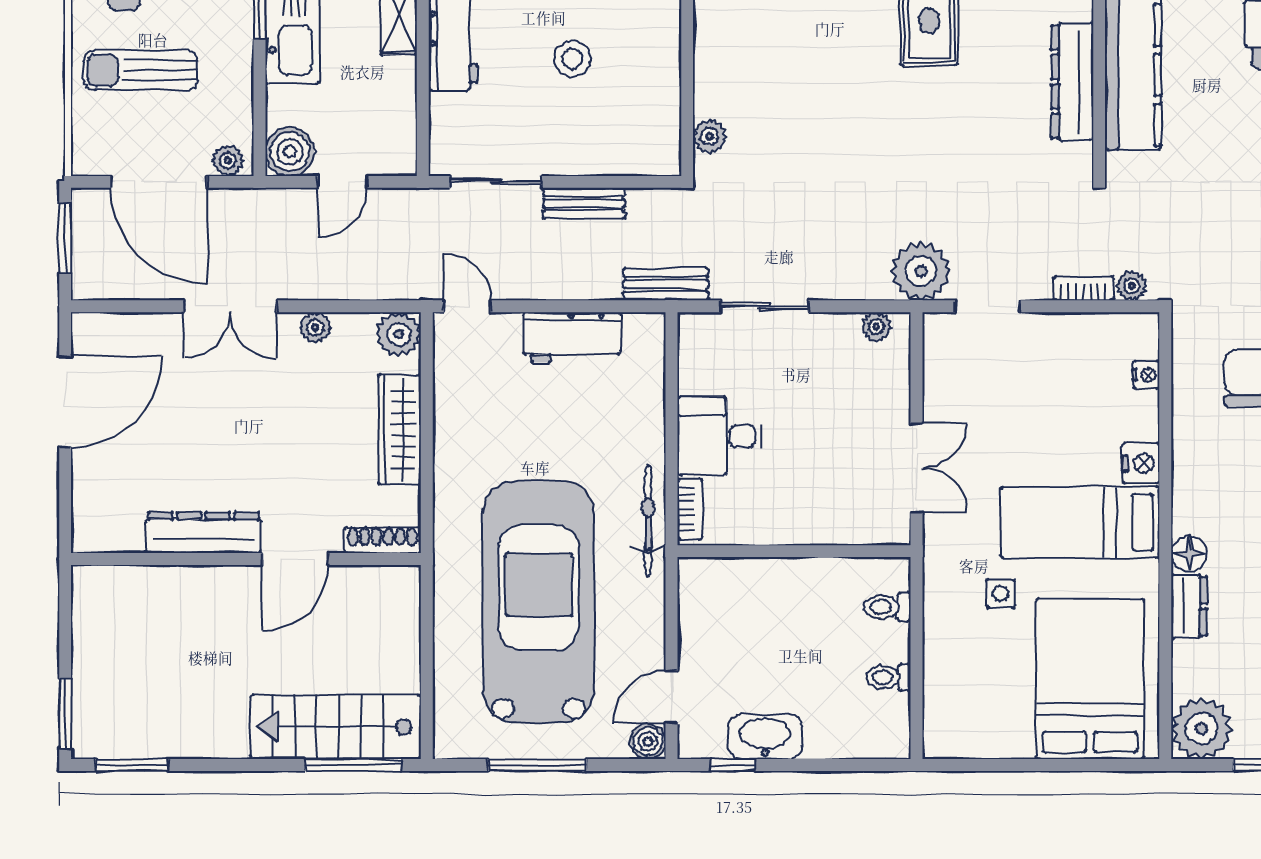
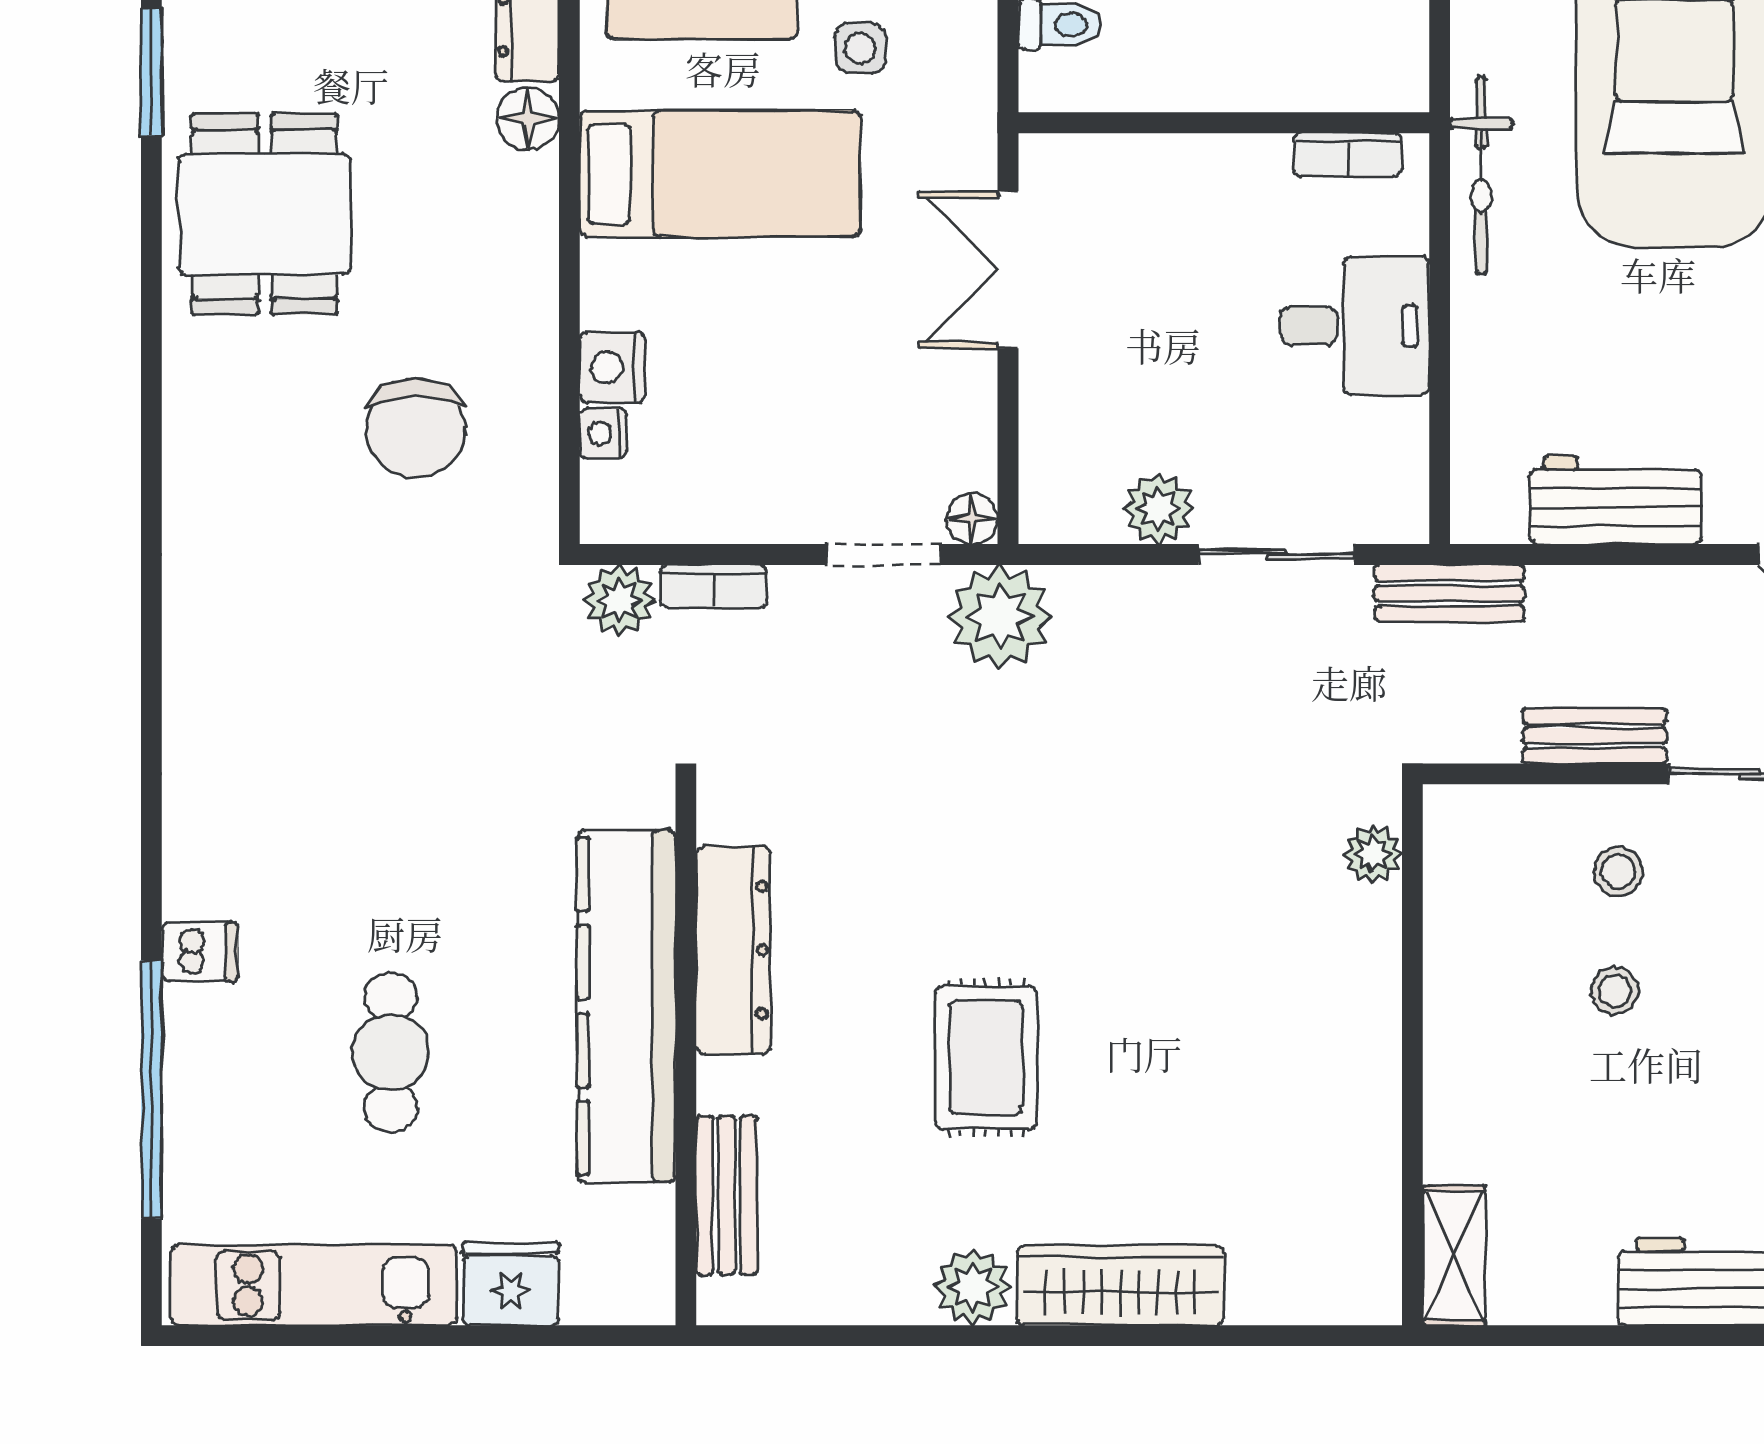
stool: (572, 59) -> (1615, 991), width x0.73, depth x0.73
stool: (570, 126) -> (1618, 872), added
plant: (1132, 286) -> (619, 600), width x1.38, depth x1.38
plant: (876, 327) -> (1158, 509), moved, width x1.38, depth x1.38
floor lamp: (937, 327) -> (972, 519), added
nightstand: (1141, 463) -> (612, 368), moved
bookcase: (690, 509) -> (1348, 155), moved, turned -90

